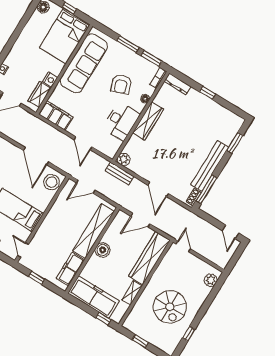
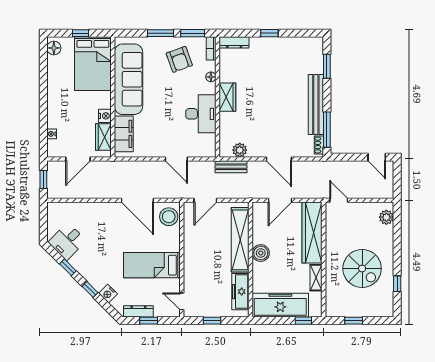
armchair: (121, 84) -> (179, 59), moved
filing cabinet: (56, 116) -> (124, 134), moved, turned 90
wardrobe: (148, 121) -> (227, 97), width x0.67
plant: (124, 159) -> (240, 150), moved

